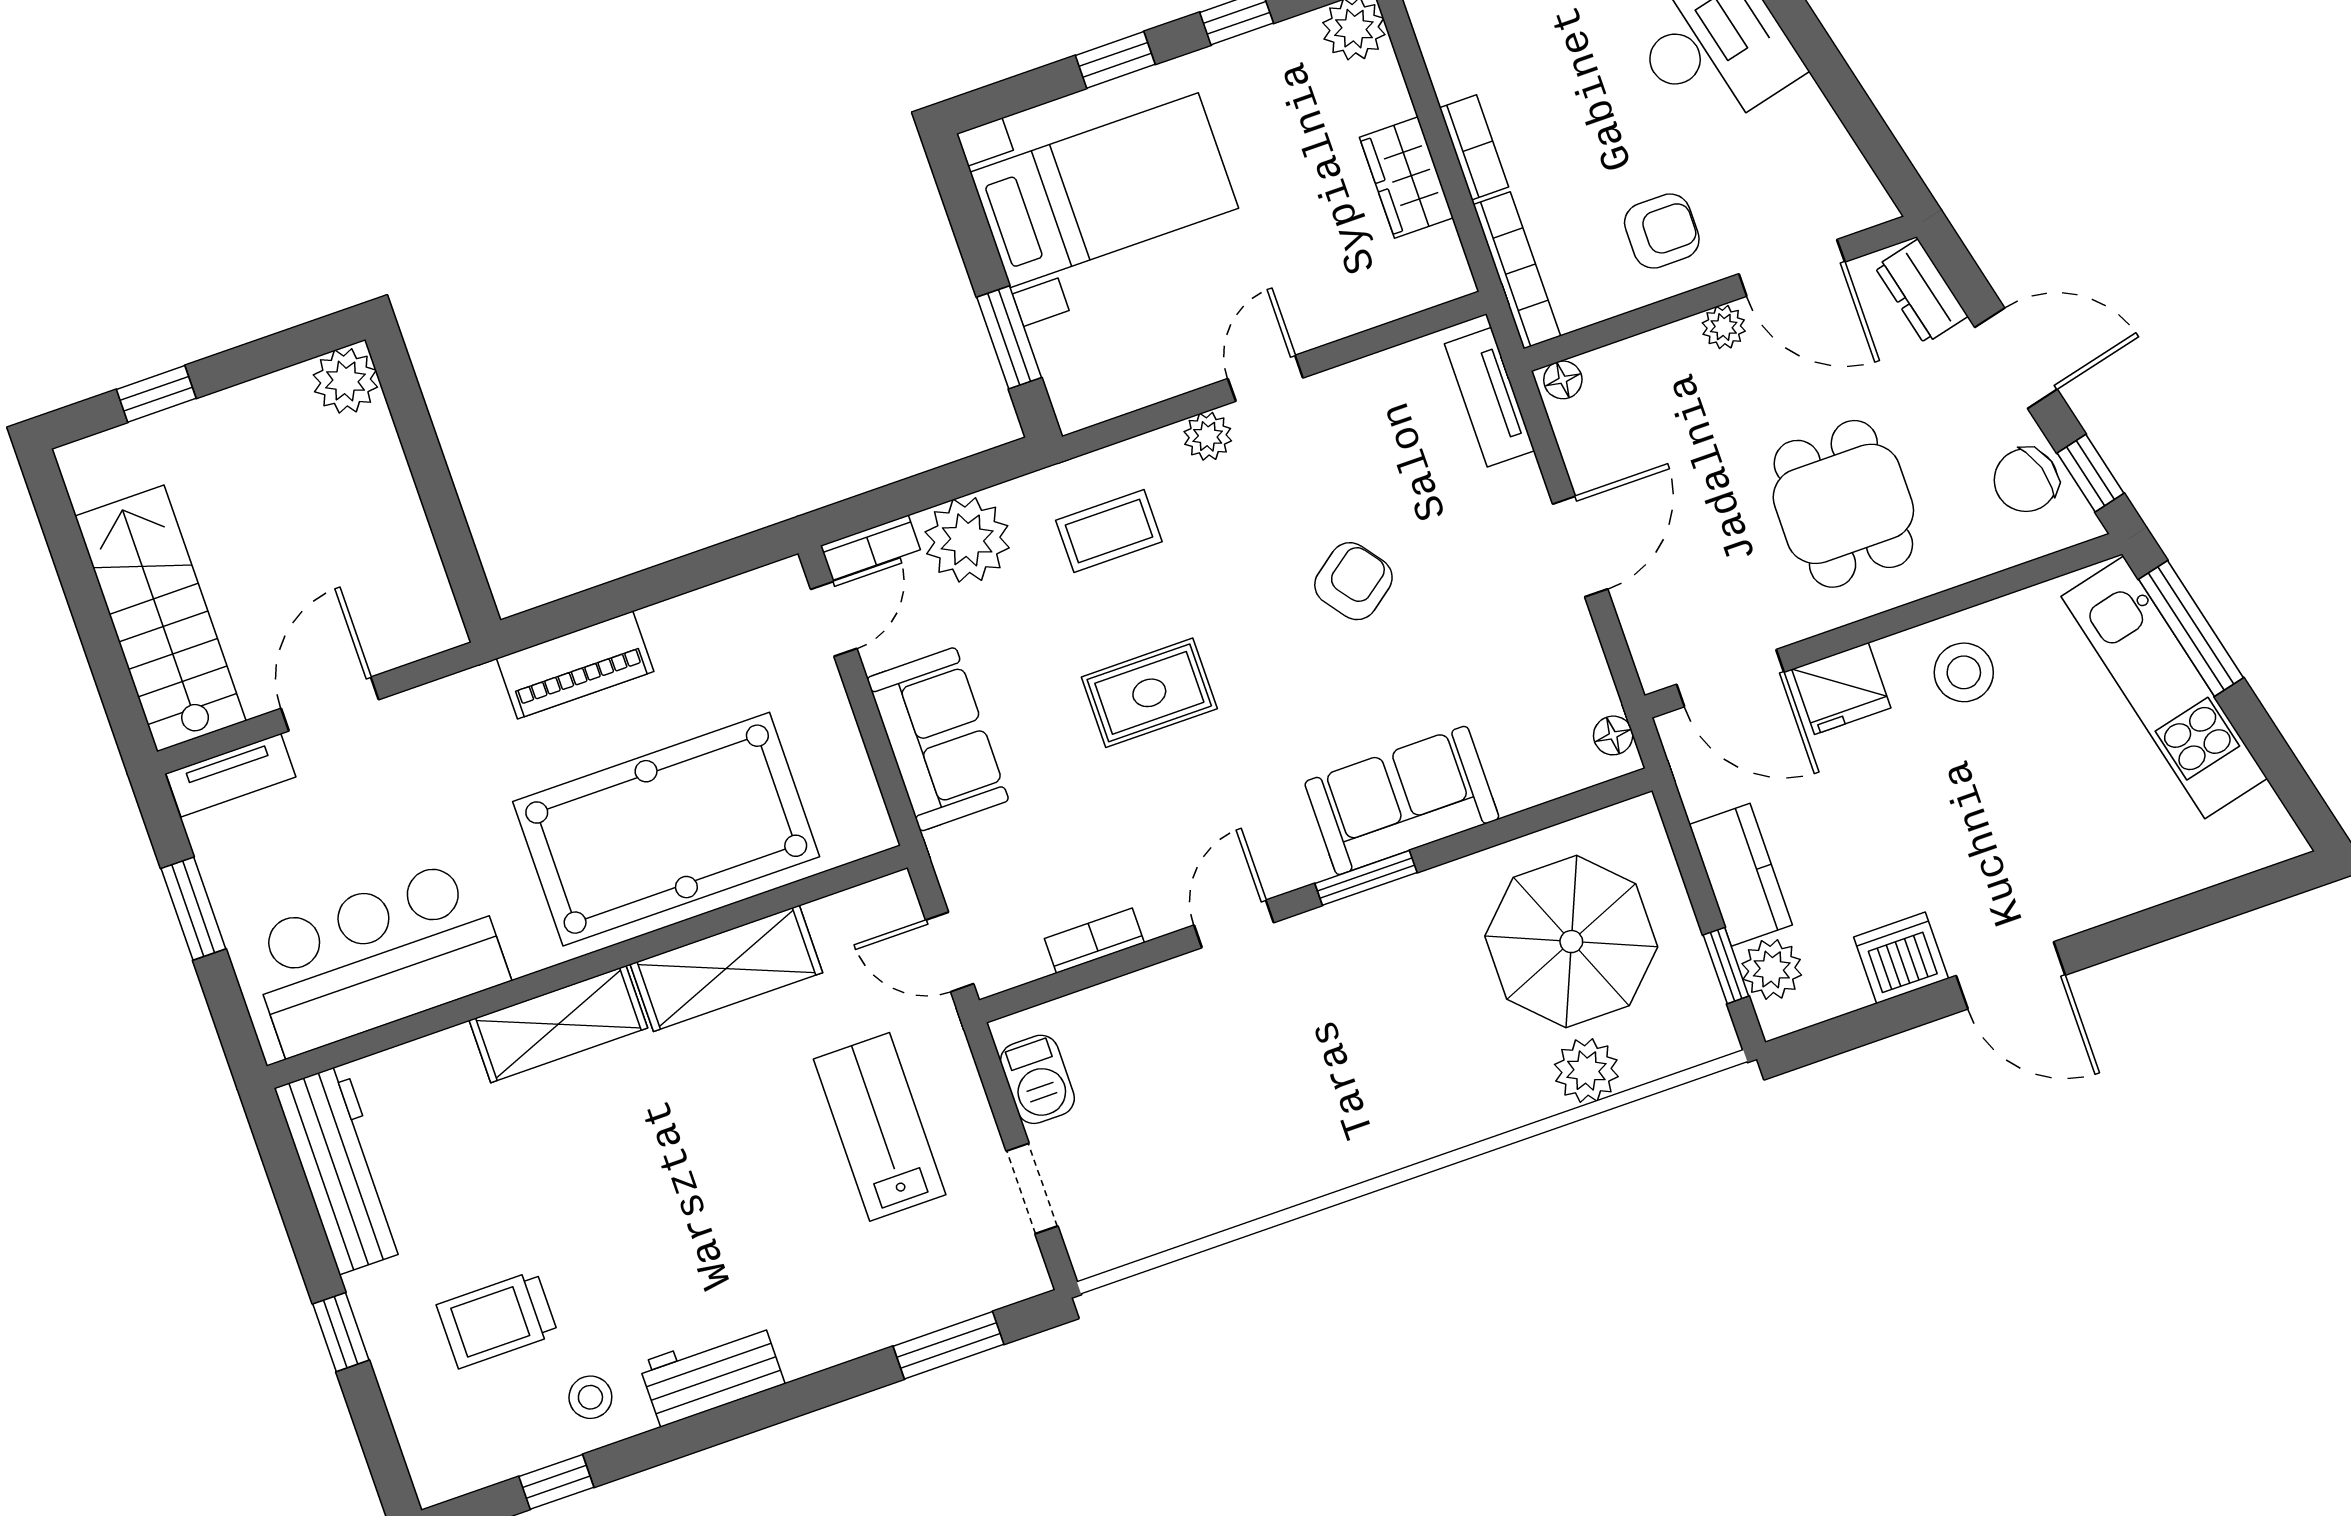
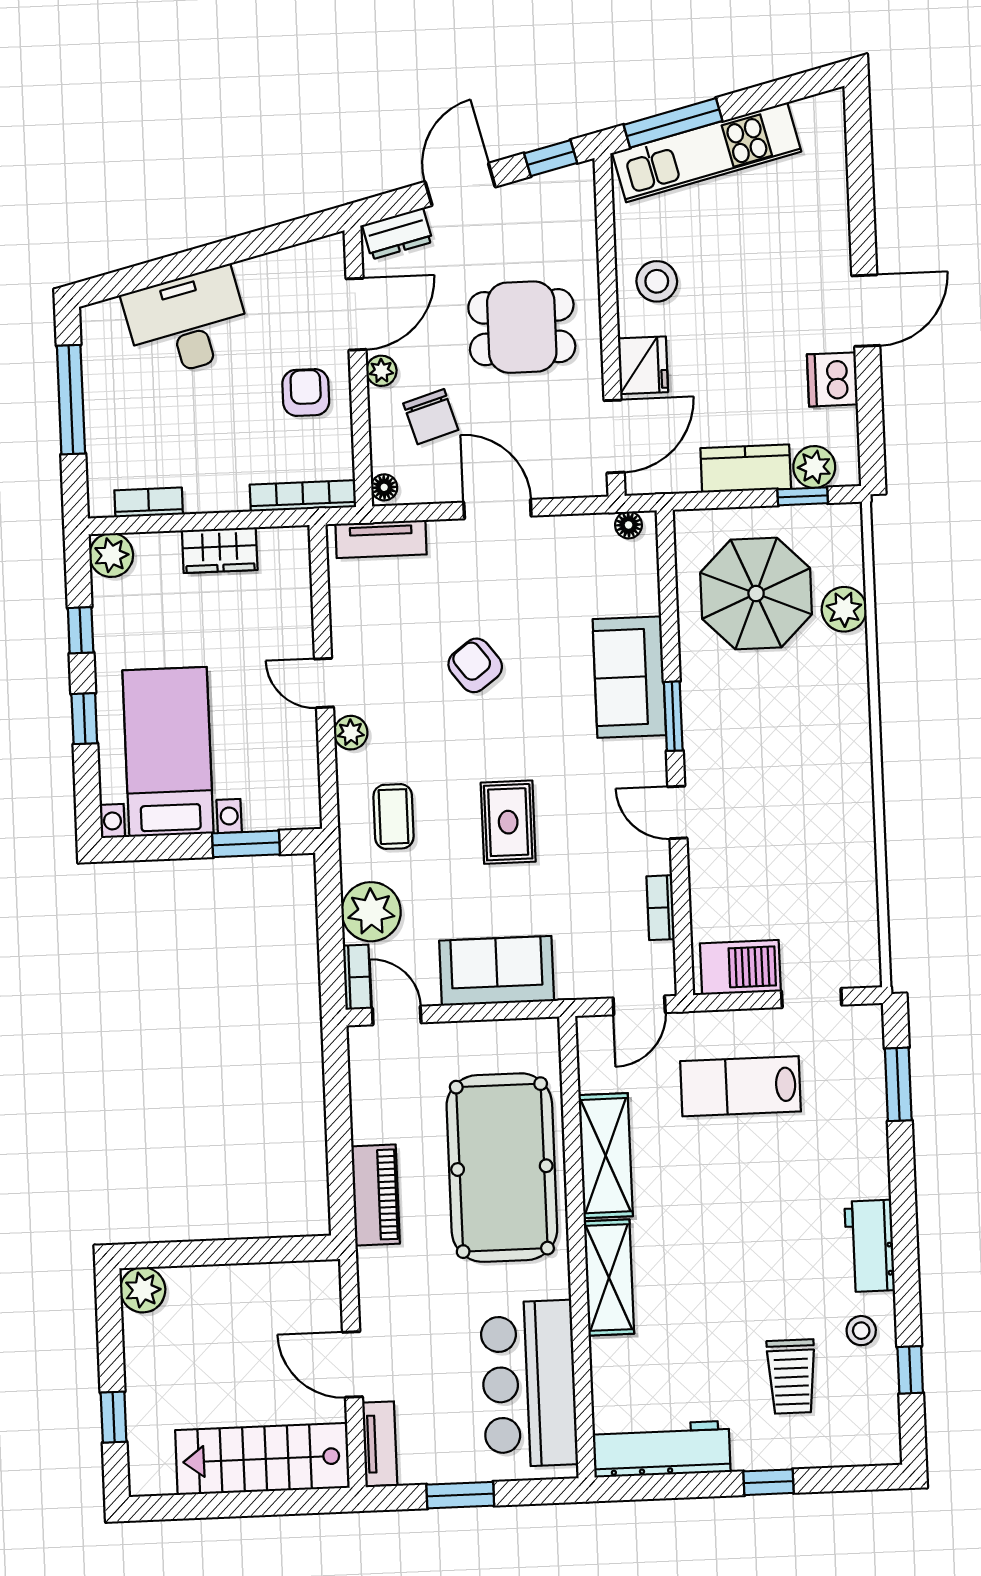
bookcase: (1474, 147) -> (149, 502), moved
chair: (2026, 480) -> (431, 417), moved
barbecue: (1037, 1079) -> (740, 967), width x1.38, depth x1.27

